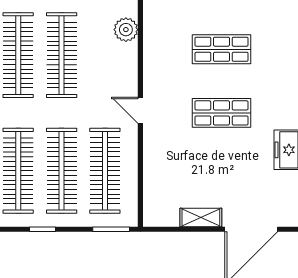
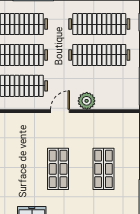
plant: (126, 30) -> (87, 101), moved

